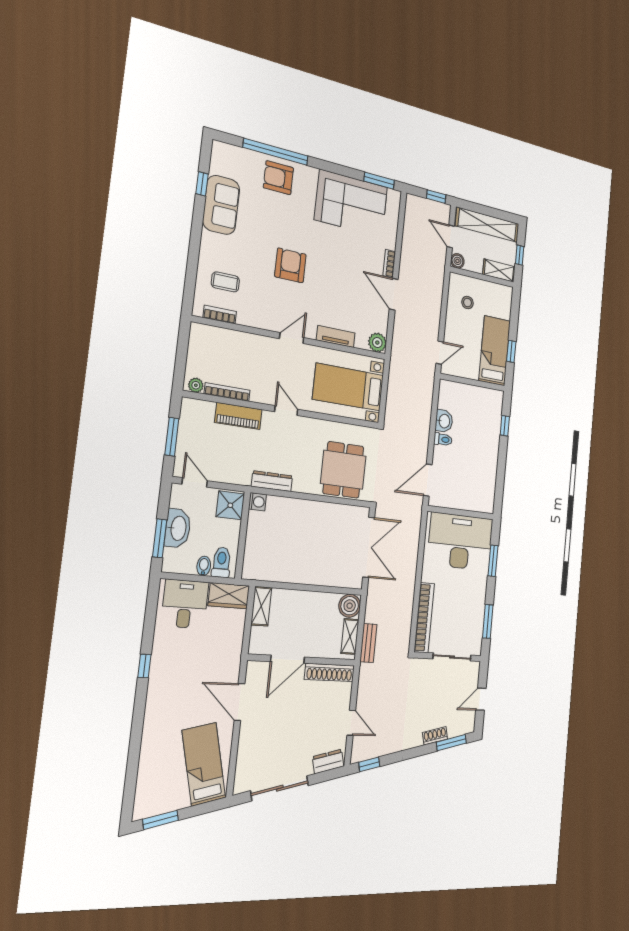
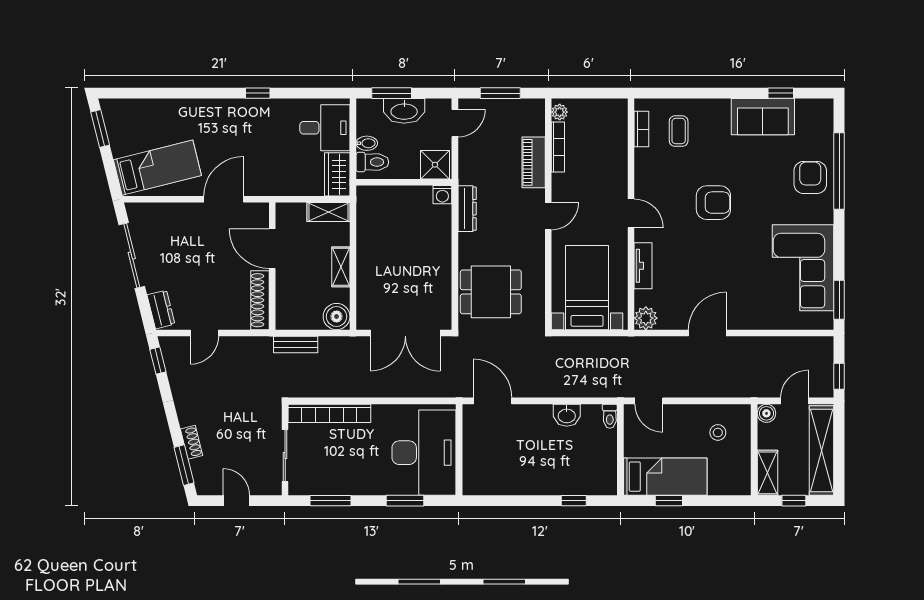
bookcase: (389, 264) -> (743, 323), removed
toilet: (443, 439) -> (610, 416), moved
shelving: (350, 637) -> (341, 267), moved, turned 90

